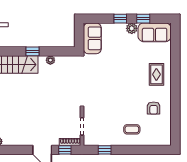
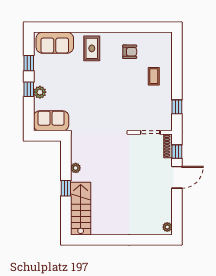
plant: (132, 28) -> (40, 92), moved
sofa: (155, 32) -> (55, 43), moved, turned 90
rug: (156, 74) -> (92, 48), turned 90

